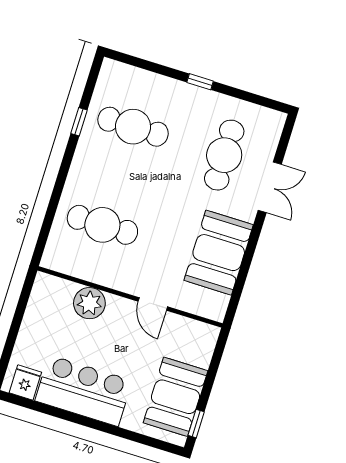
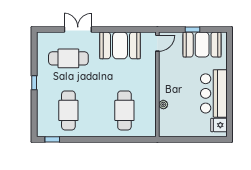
window: (79, 122) -> (52, 139), moved
plant: (89, 303) -> (163, 105), width x0.53, depth x0.53
door: (153, 304) -> (157, 43), moved
window: (196, 424) -> (192, 29), moved

